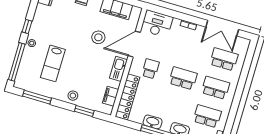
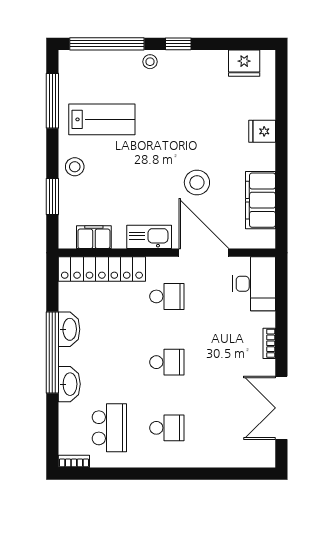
school desk: (224, 59) -> (224, 428), removed
lab bench: (53, 63) -> (102, 119), moved, turned 180
school desk: (183, 78) -> (167, 362), width x0.54
school desk: (216, 88) -> (167, 428), width x0.54

